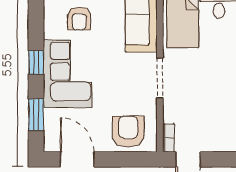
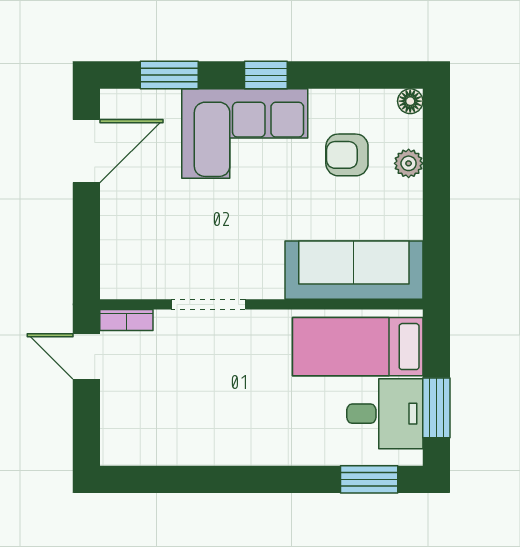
doorway: (160, 78) -> (208, 304), moved
armchair: (128, 132) -> (137, 246), removed

